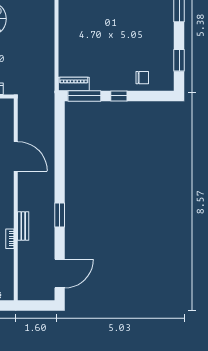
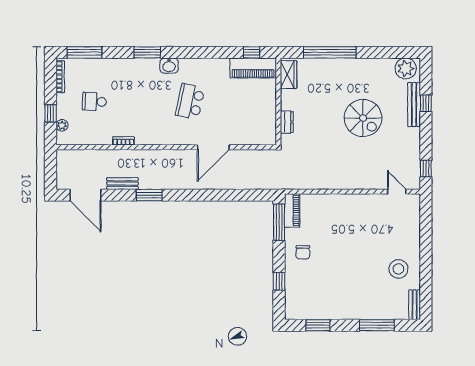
chair: (142, 78) -> (303, 252), moved
window: (119, 96) -> (279, 281), moved
bench: (23, 226) -> (123, 184), moved

